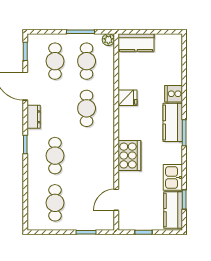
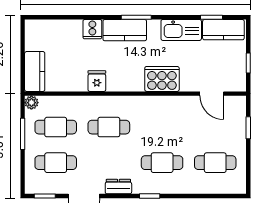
kitchen sink: (173, 177) -> (181, 30), width x1.38

